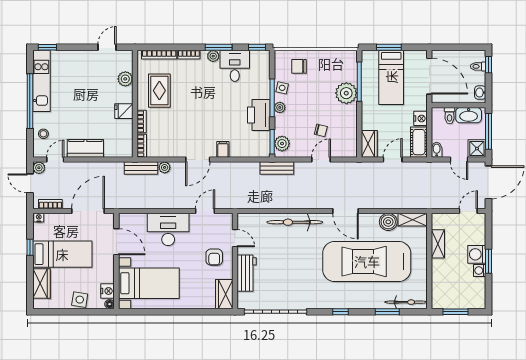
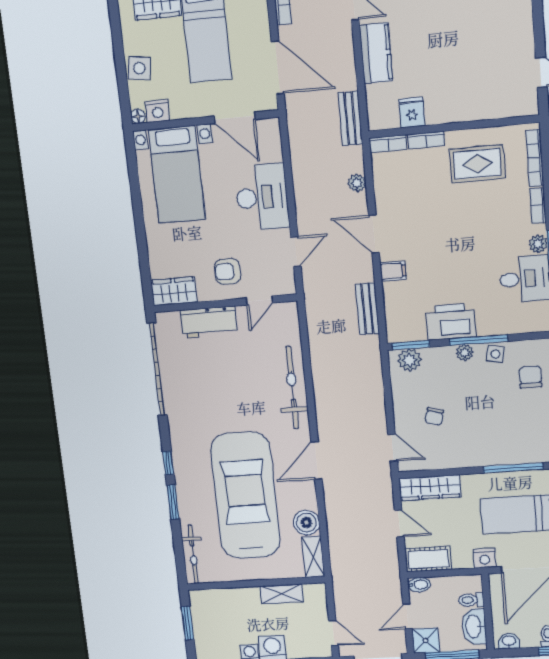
plant: (125, 79) -> (492, 107), removed
plant: (346, 93) -> (494, 450), removed
fridge: (124, 111) -> (412, 113), moved
nightstand: (420, 118) -> (485, 558), moved
wardrobe: (369, 144) -> (430, 488), width x1.50
door: (321, 159) -> (393, 448), moved
bench: (141, 168) -> (350, 118), moved
bench: (277, 168) -> (367, 309), moved
door: (205, 211) -> (296, 251), hinge flipped
door: (116, 242) -> (235, 118), hinge flipped
window: (387, 312) -> (173, 502), moved

